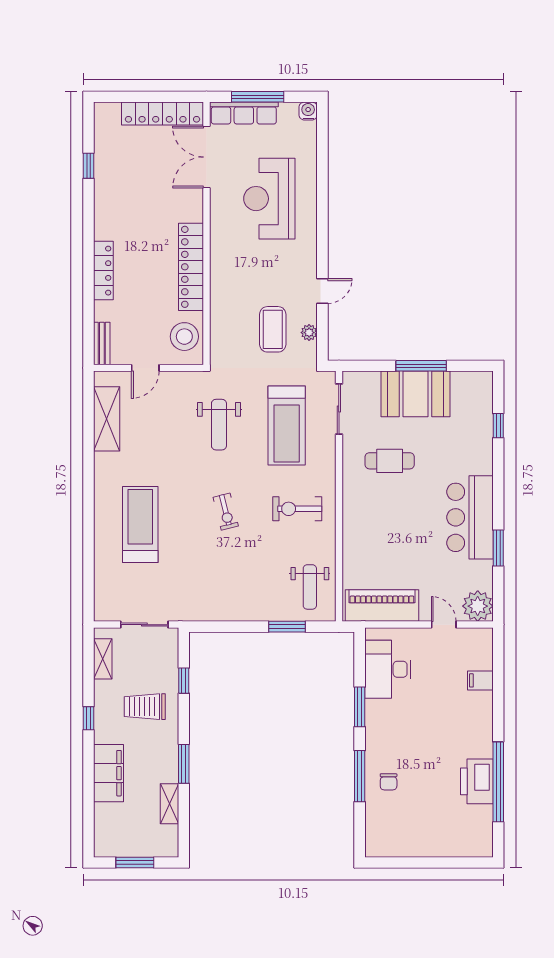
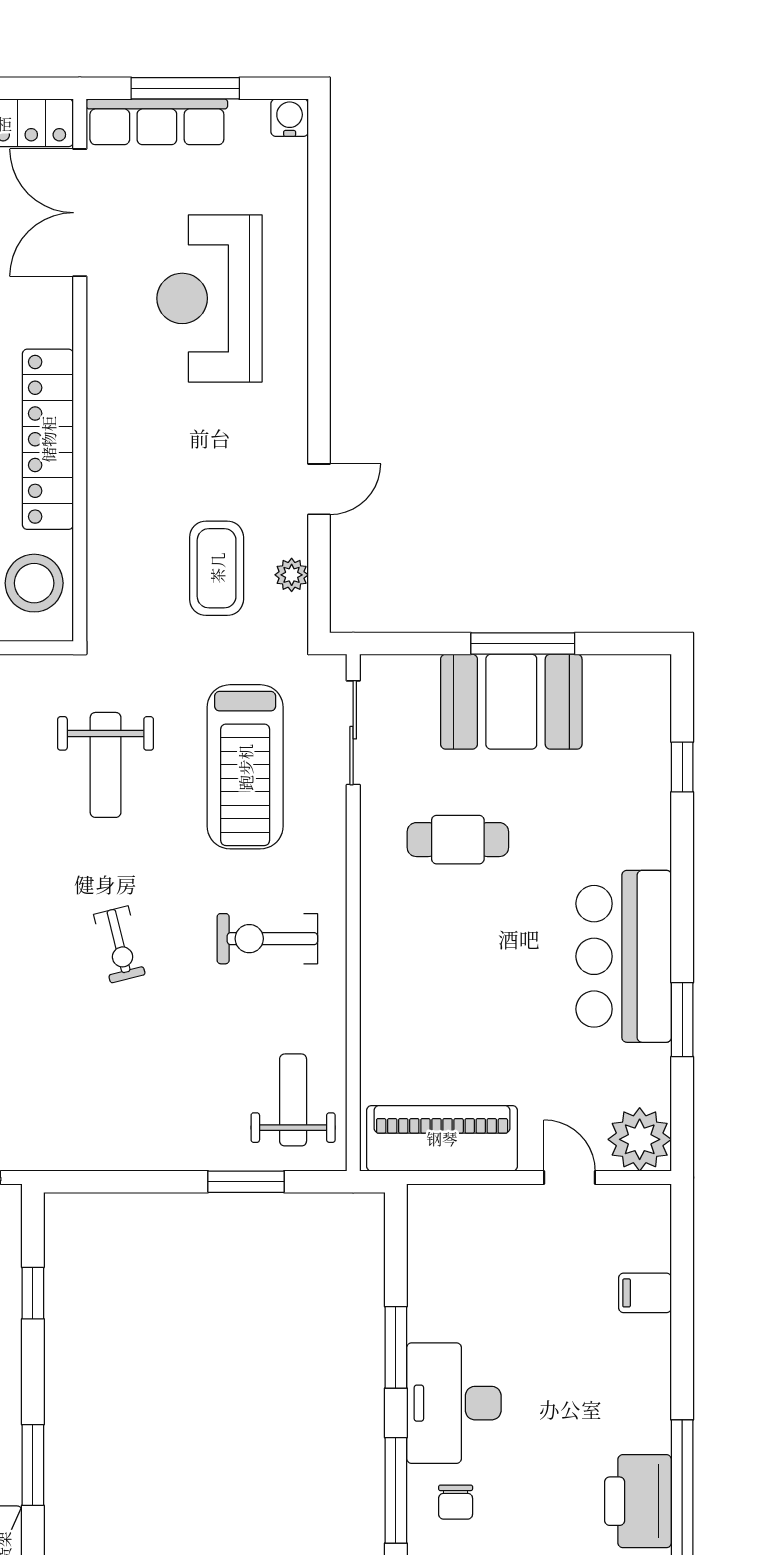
weight bench: (310, 587) -> (293, 1100), turned 180
desk: (388, 669) -> (454, 1403), moved

